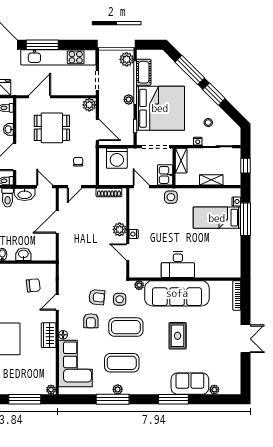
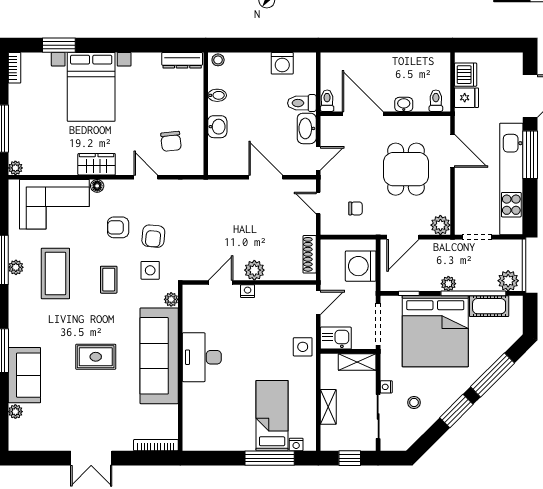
coffee table: (126, 327) -> (109, 280), width x0.54, depth x0.58

